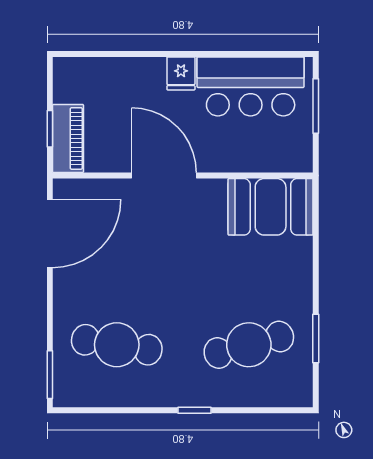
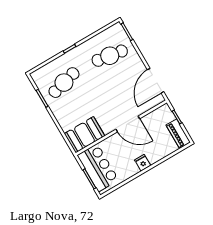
bar counter: (251, 86) -> (98, 168), moved, turned 90
piano: (68, 138) -> (178, 134), moved

